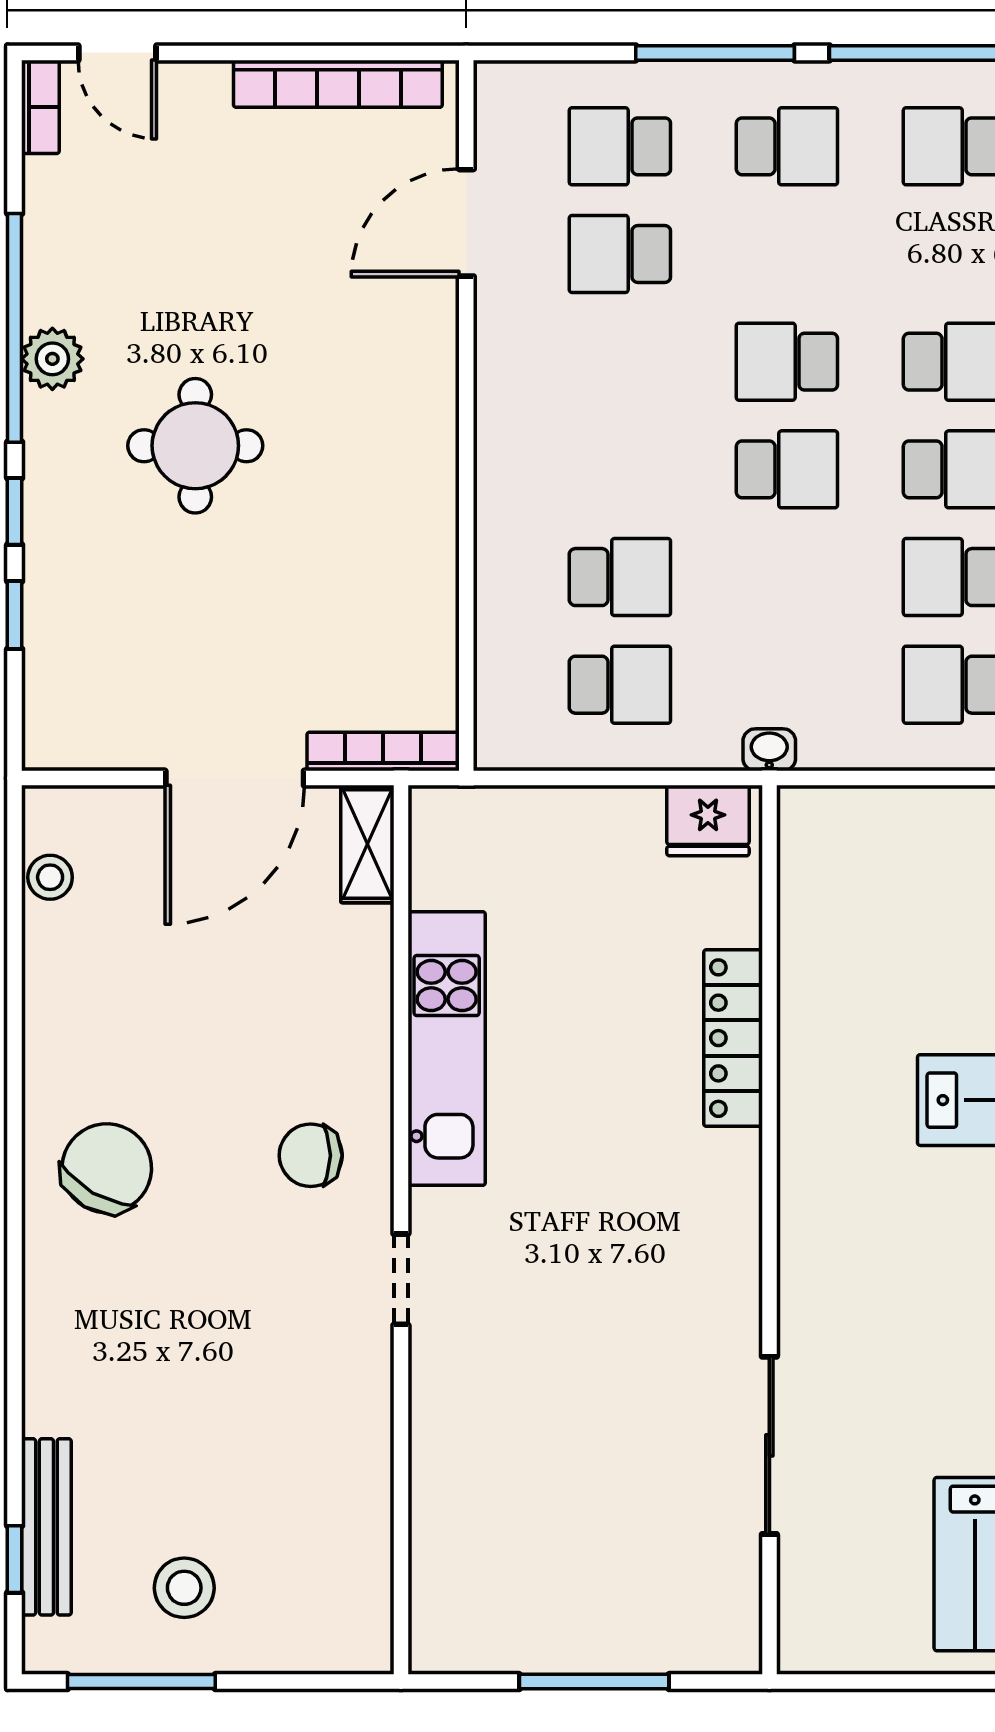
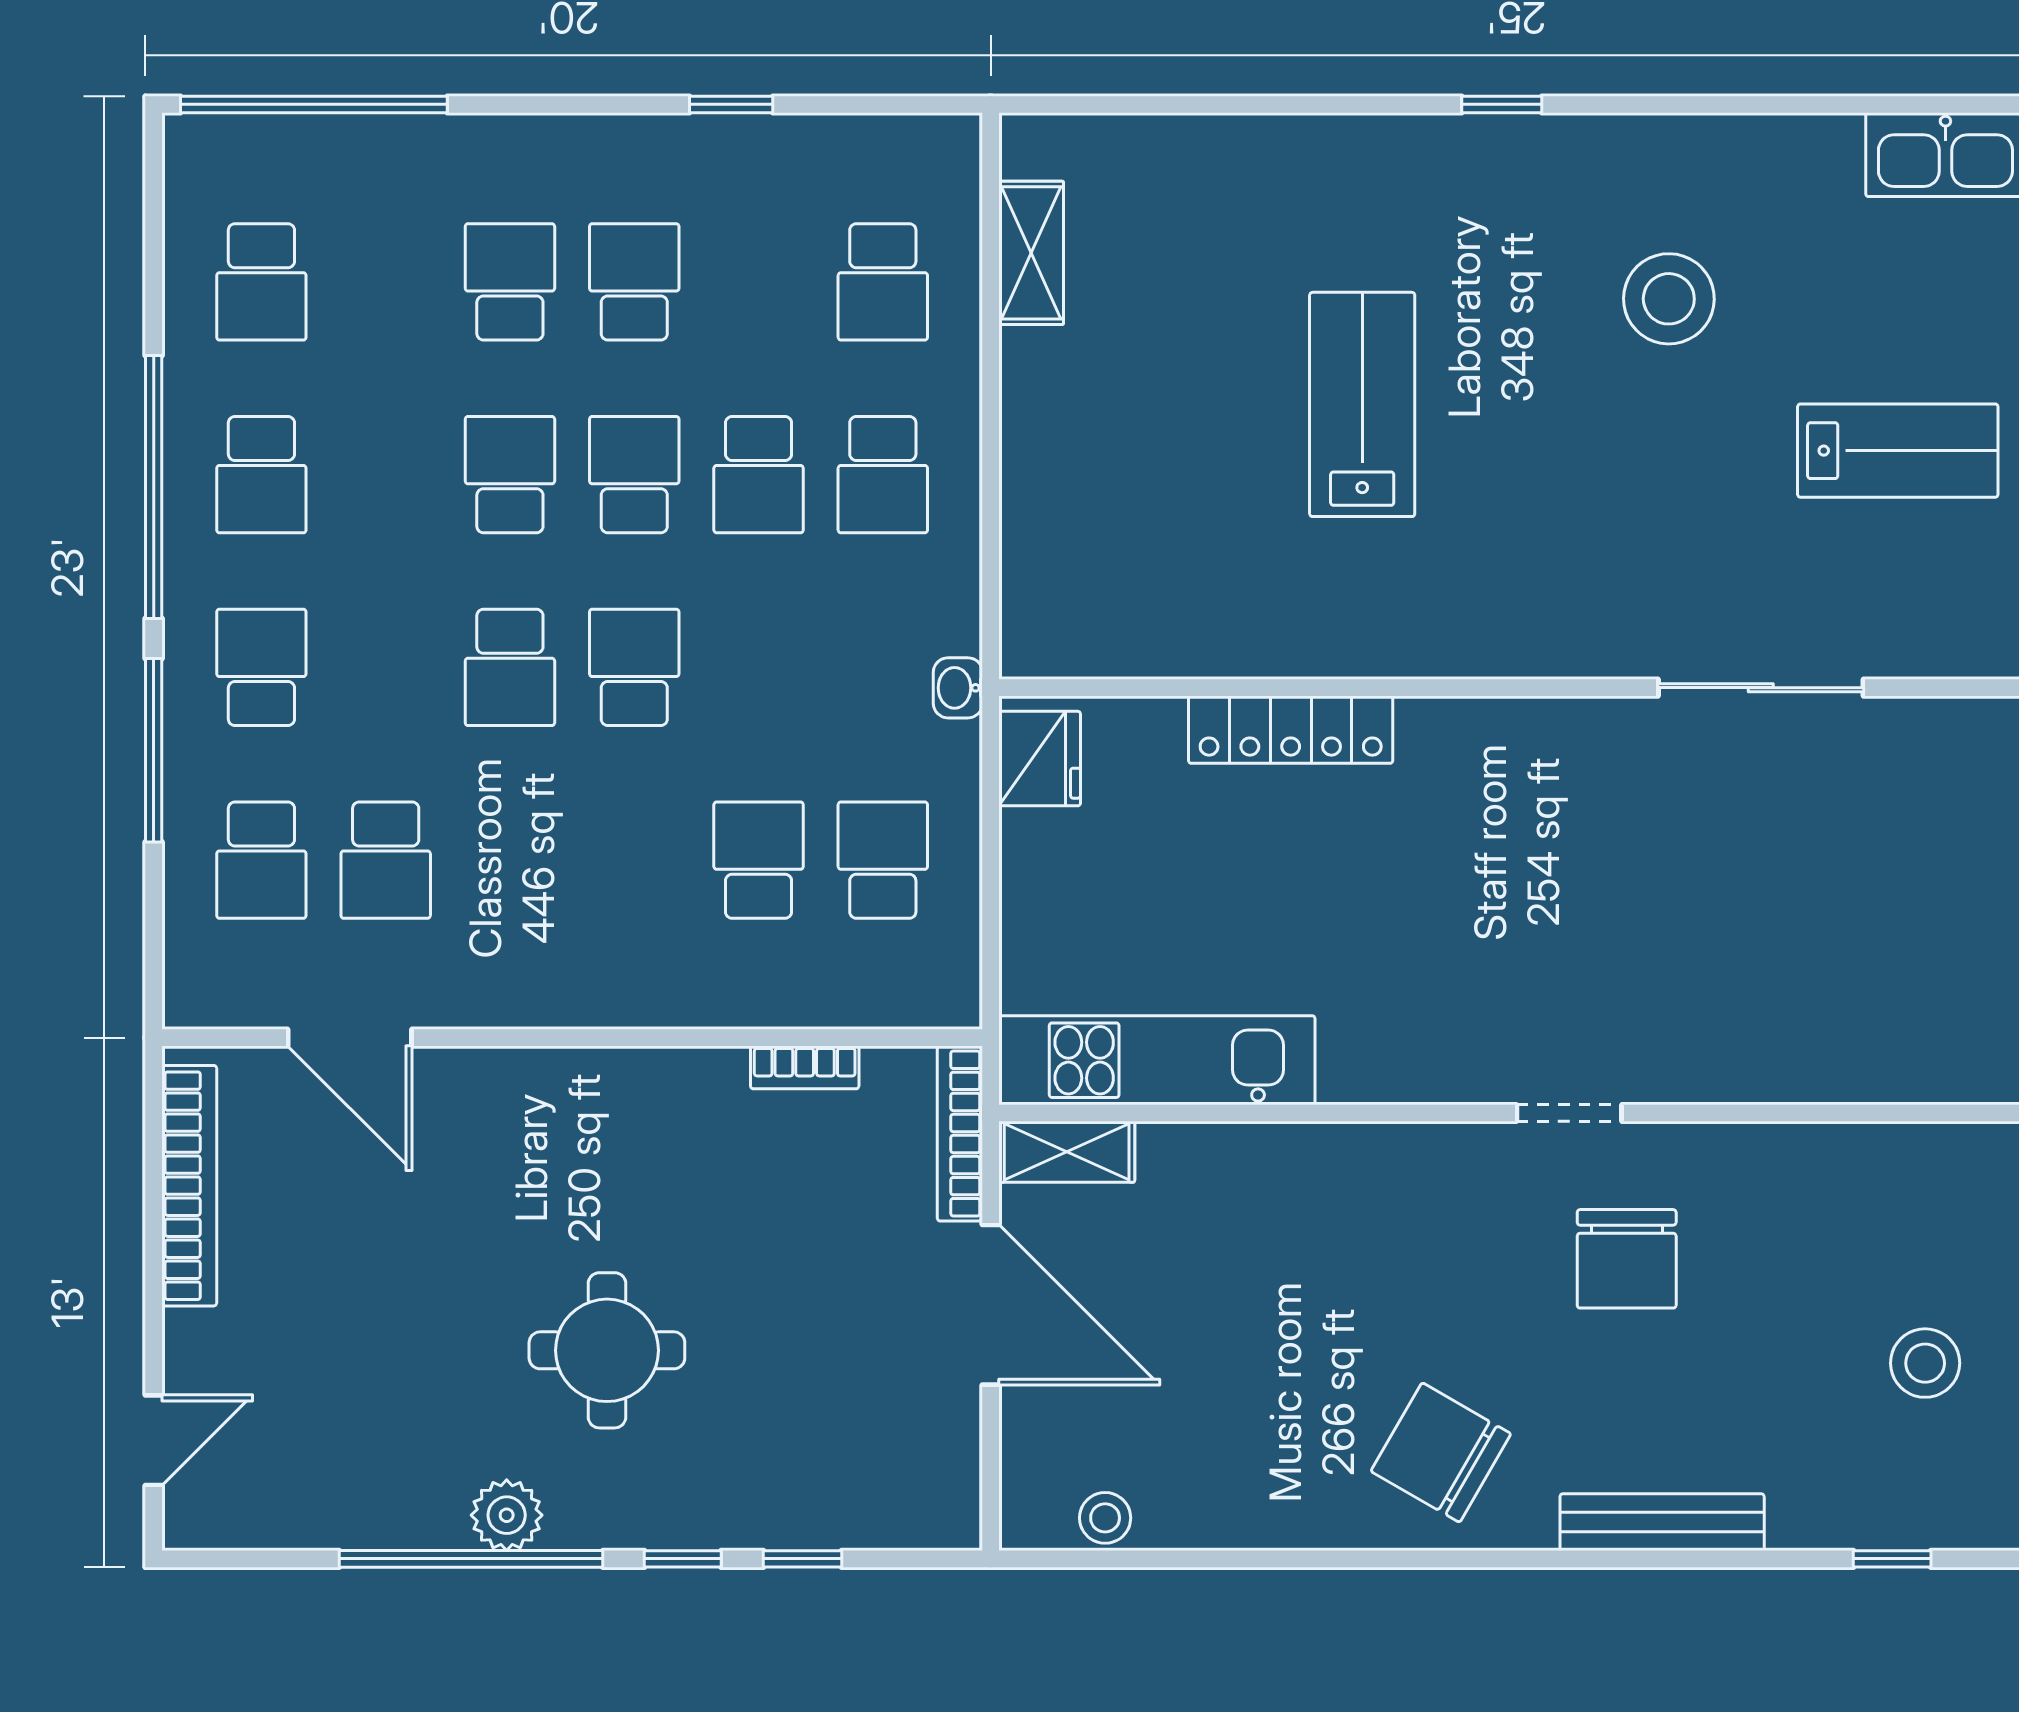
bookcase: (40, 107) -> (805, 1067), moved, turned 180
kitchen unit: (447, 1049) -> (1157, 1060), moved
chair: (311, 1155) -> (1627, 1259), moved, width x1.37, depth x1.37
bench: (46, 1527) -> (1662, 1522), moved

